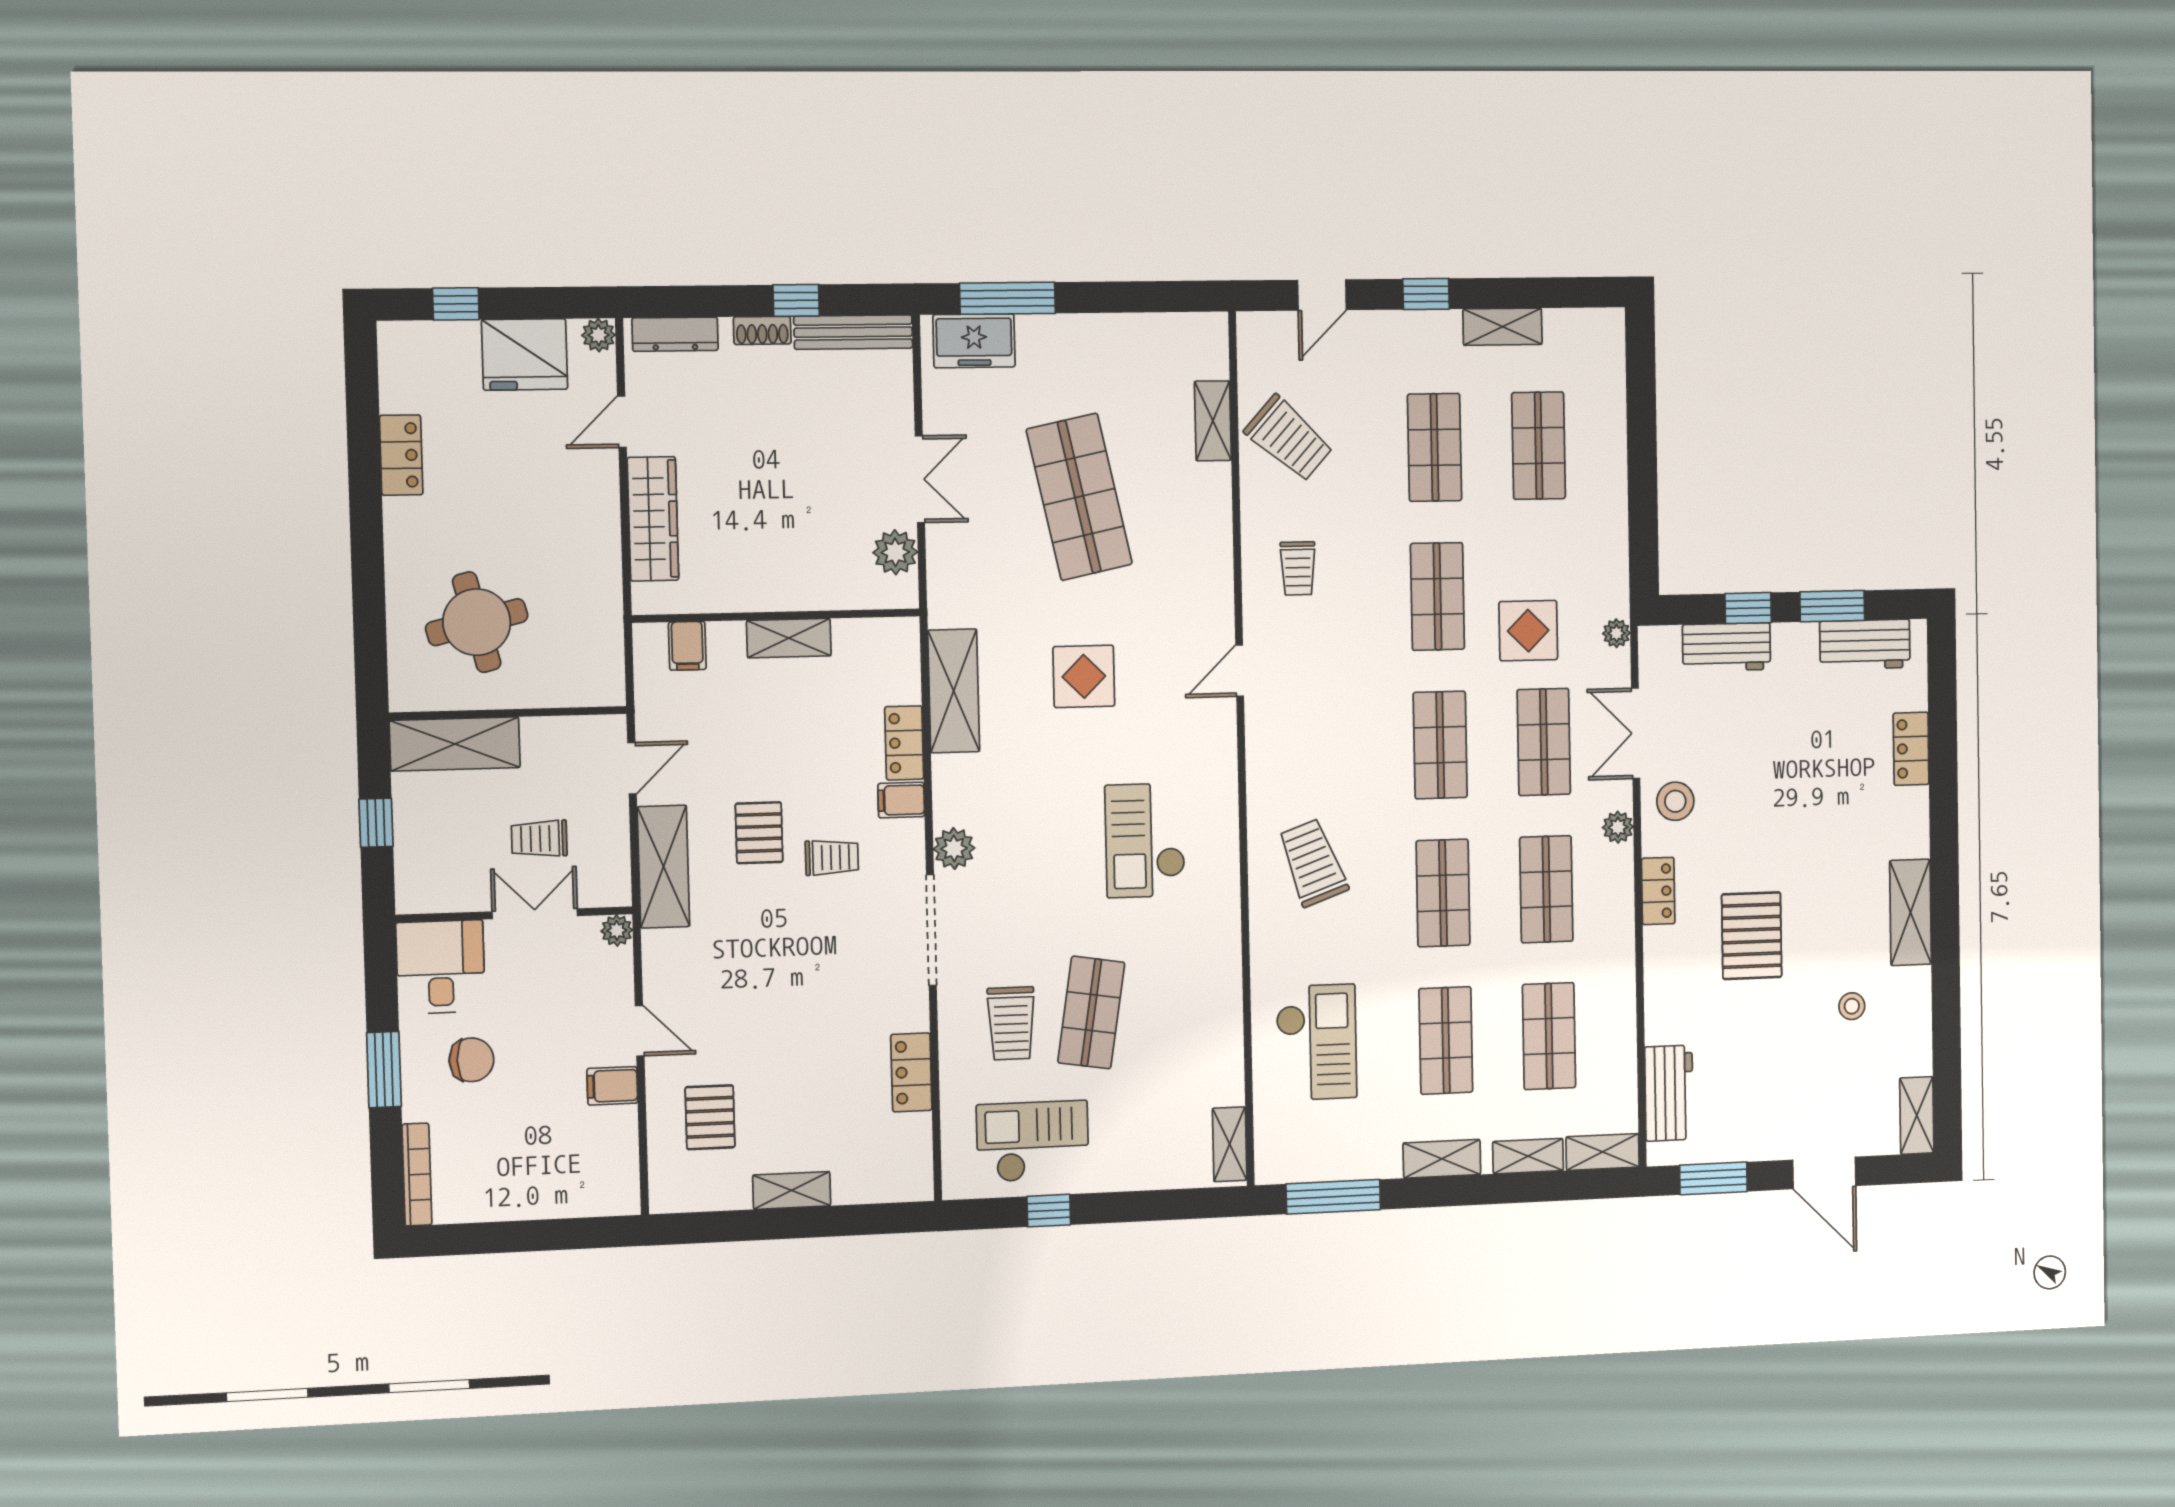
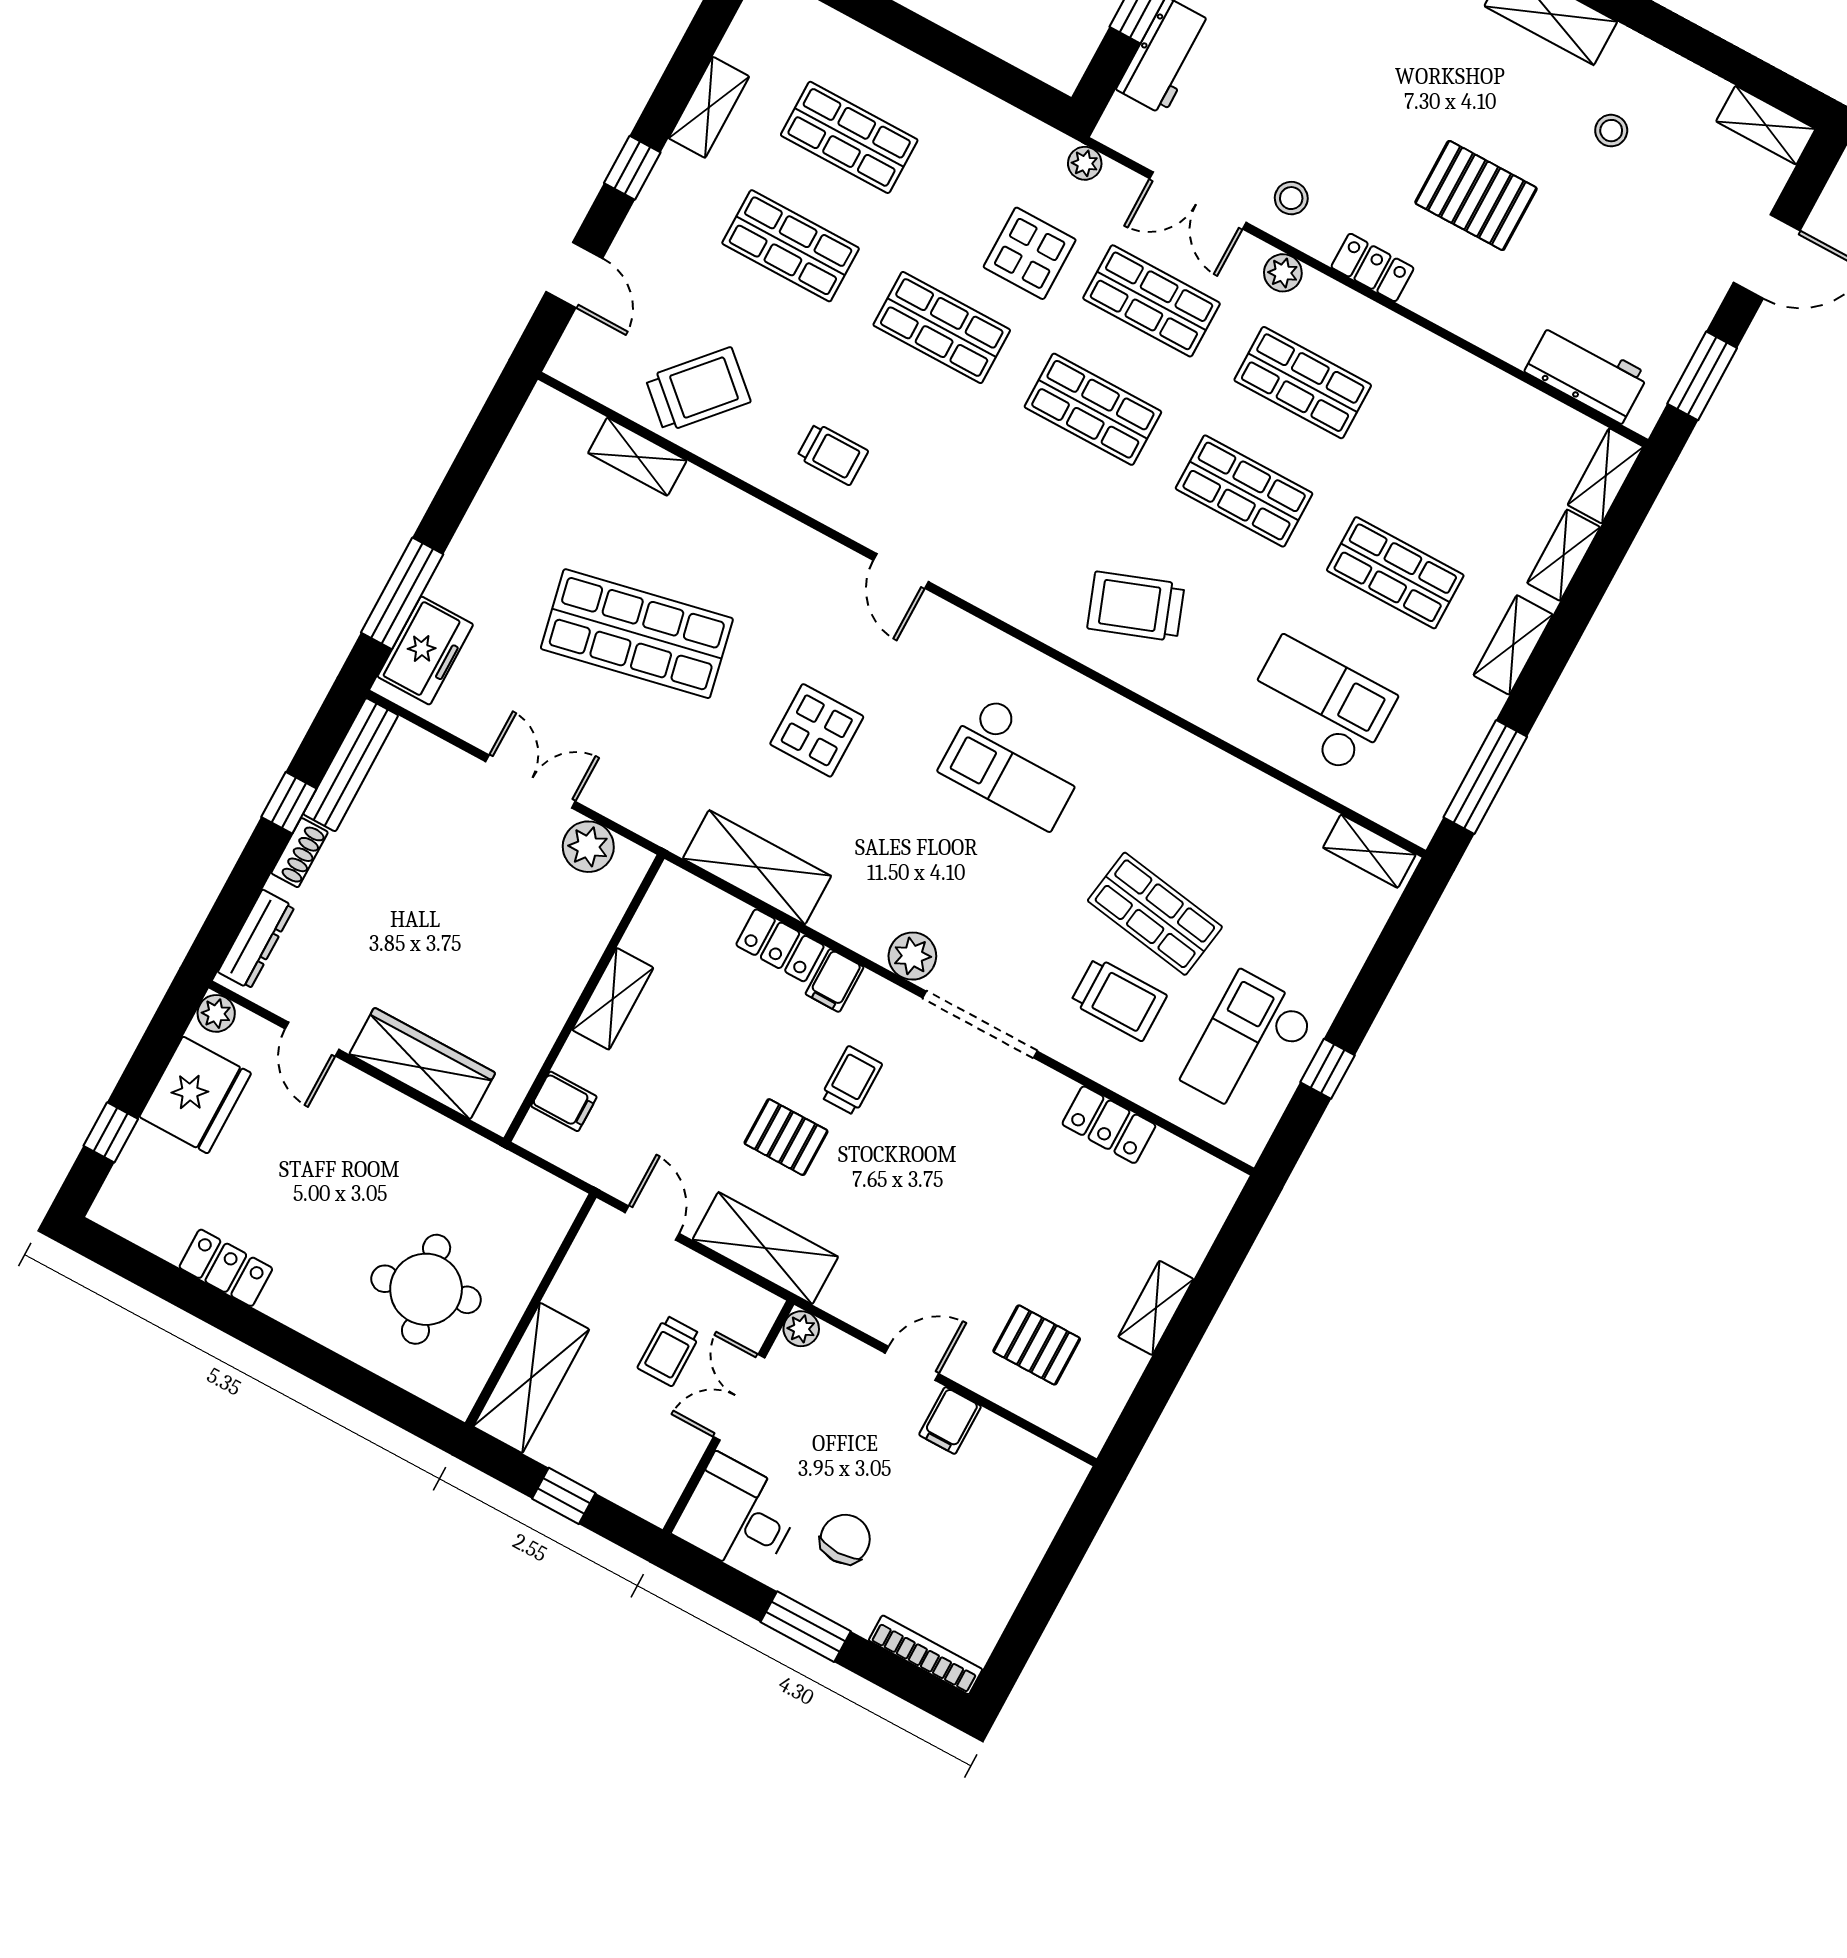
stool: (1675, 801) -> (1291, 198), width x0.73, depth x0.73
shop shelf: (1549, 1036) -> (1454, 464), removed

